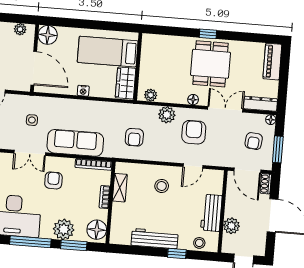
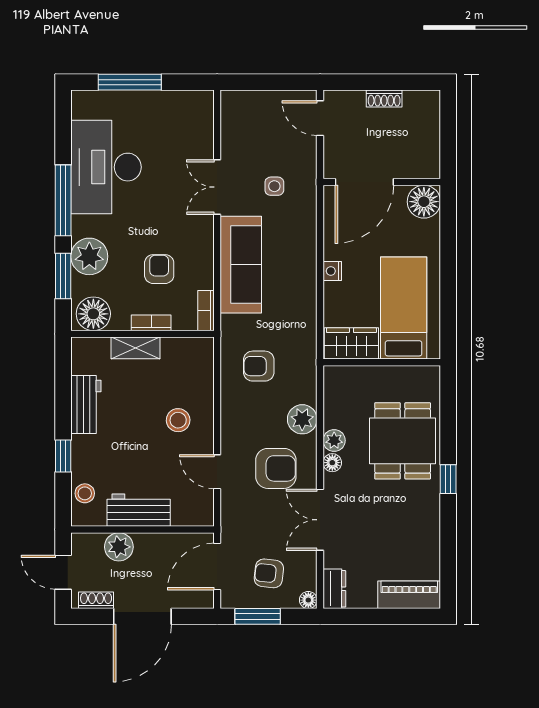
plant: (20, 29) -> (430, 153), removed
dining table: (211, 64) -> (403, 441), moved, turned 90
plant: (151, 95) -> (334, 440), moved
dresser: (261, 104) -> (334, 589), width x0.70
double door: (225, 109) -> (320, 520), swing flipped
bookcase: (94, 164) -> (206, 311), width x0.64
armchair: (53, 180) -> (159, 269), moved, turned -90
shoe rack: (266, 184) -> (96, 600), moved
shelving: (120, 188) -> (136, 348), moved
workbench: (155, 239) -> (86, 405), width x0.73

